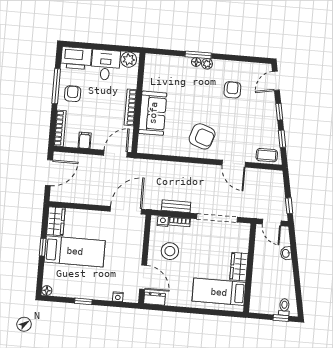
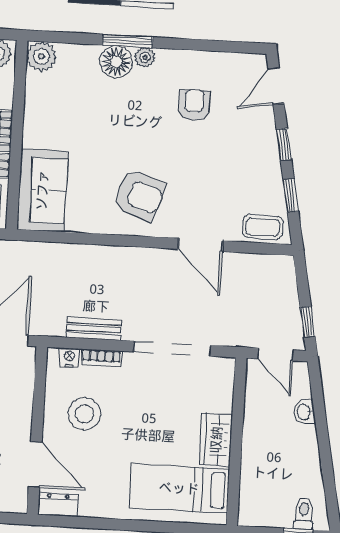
plant: (152, 62) -> (41, 56), added
floor lamp: (196, 62) -> (116, 62), width x1.89, depth x1.89
sofa: (153, 113) -> (42, 190), moved

